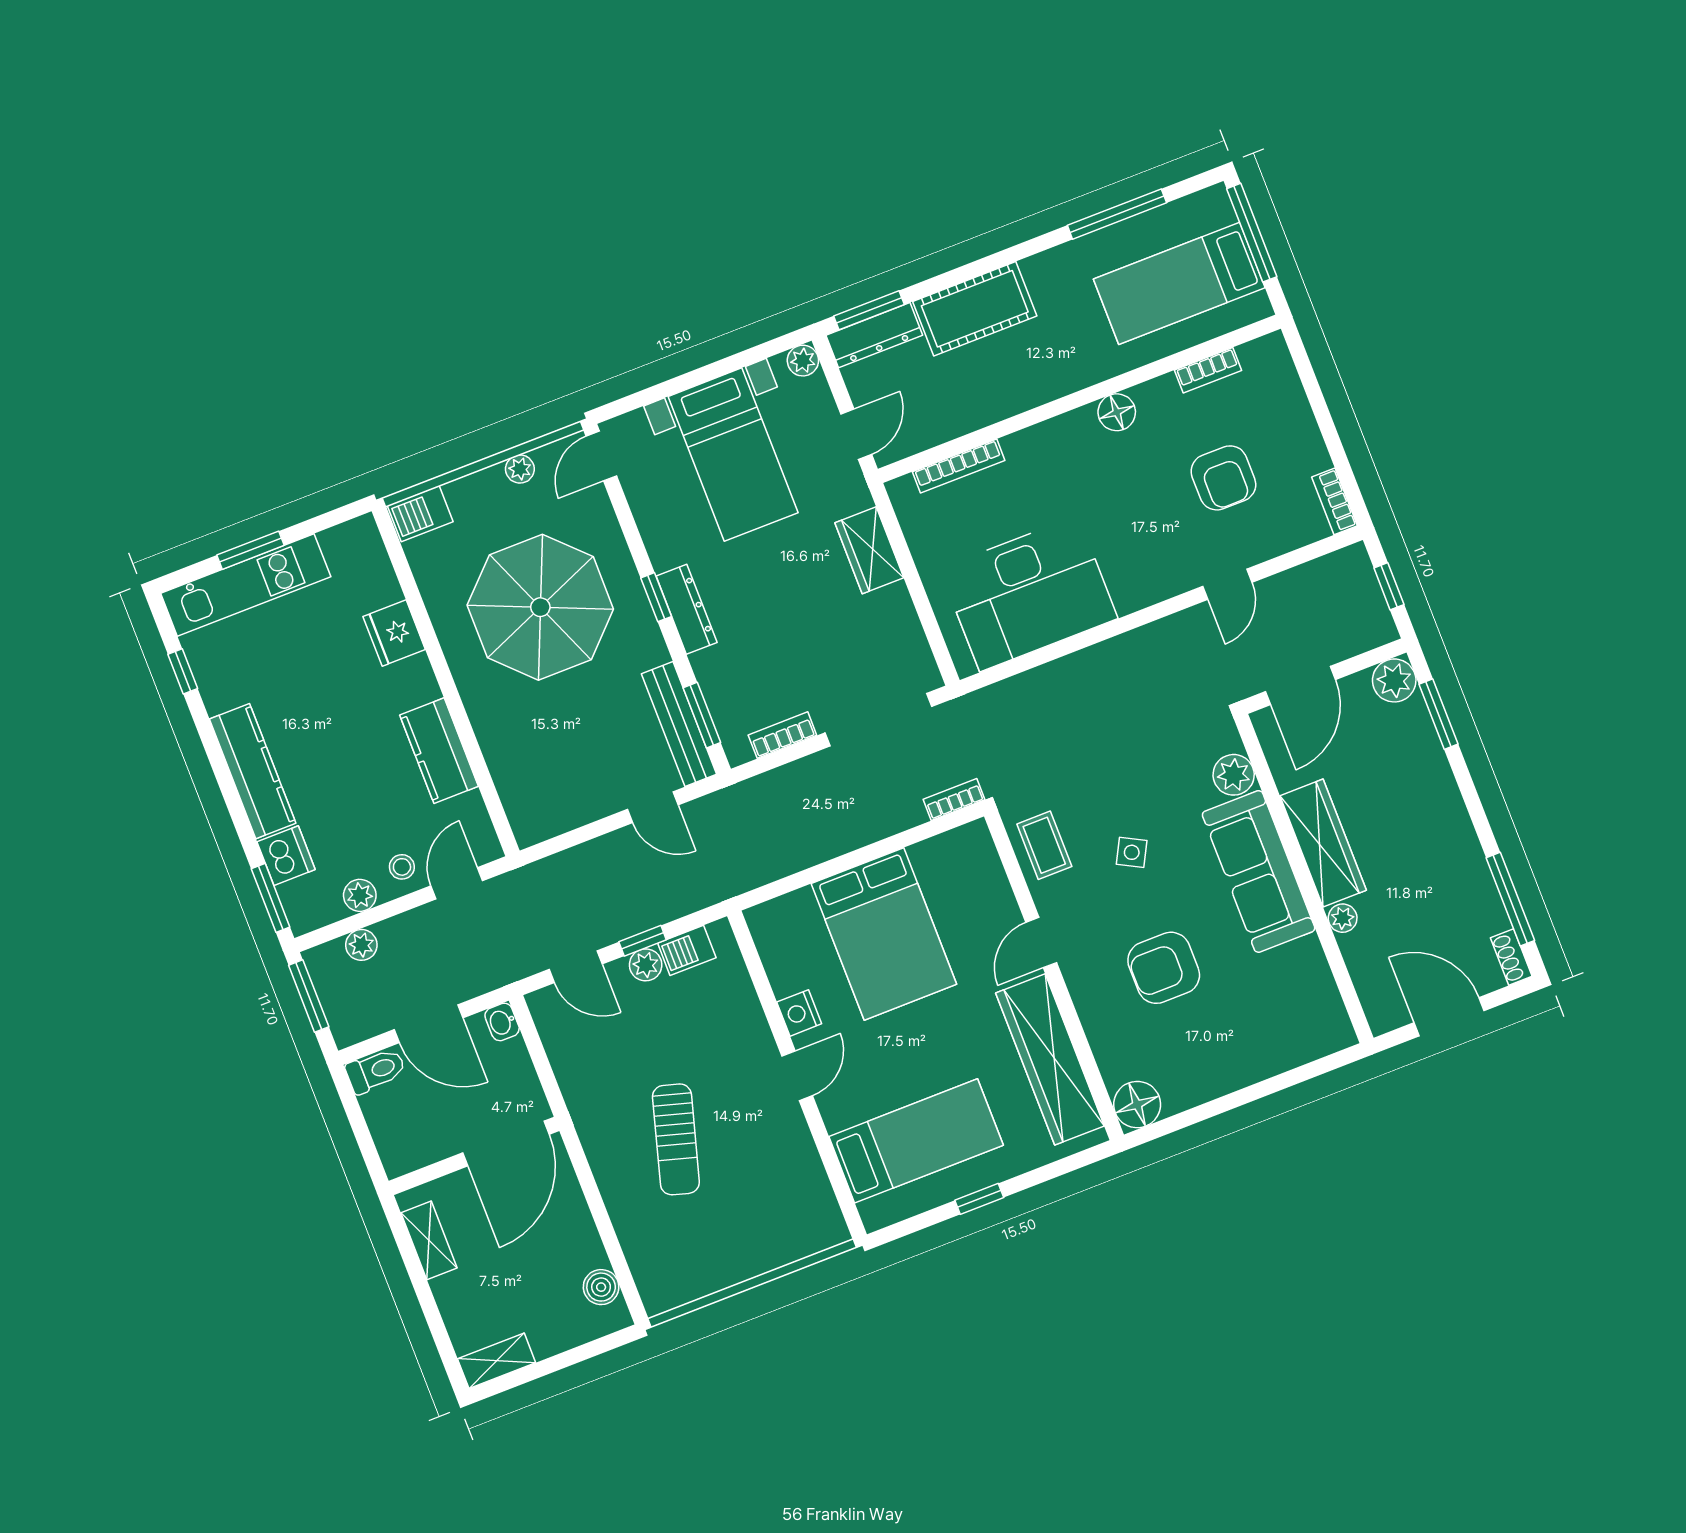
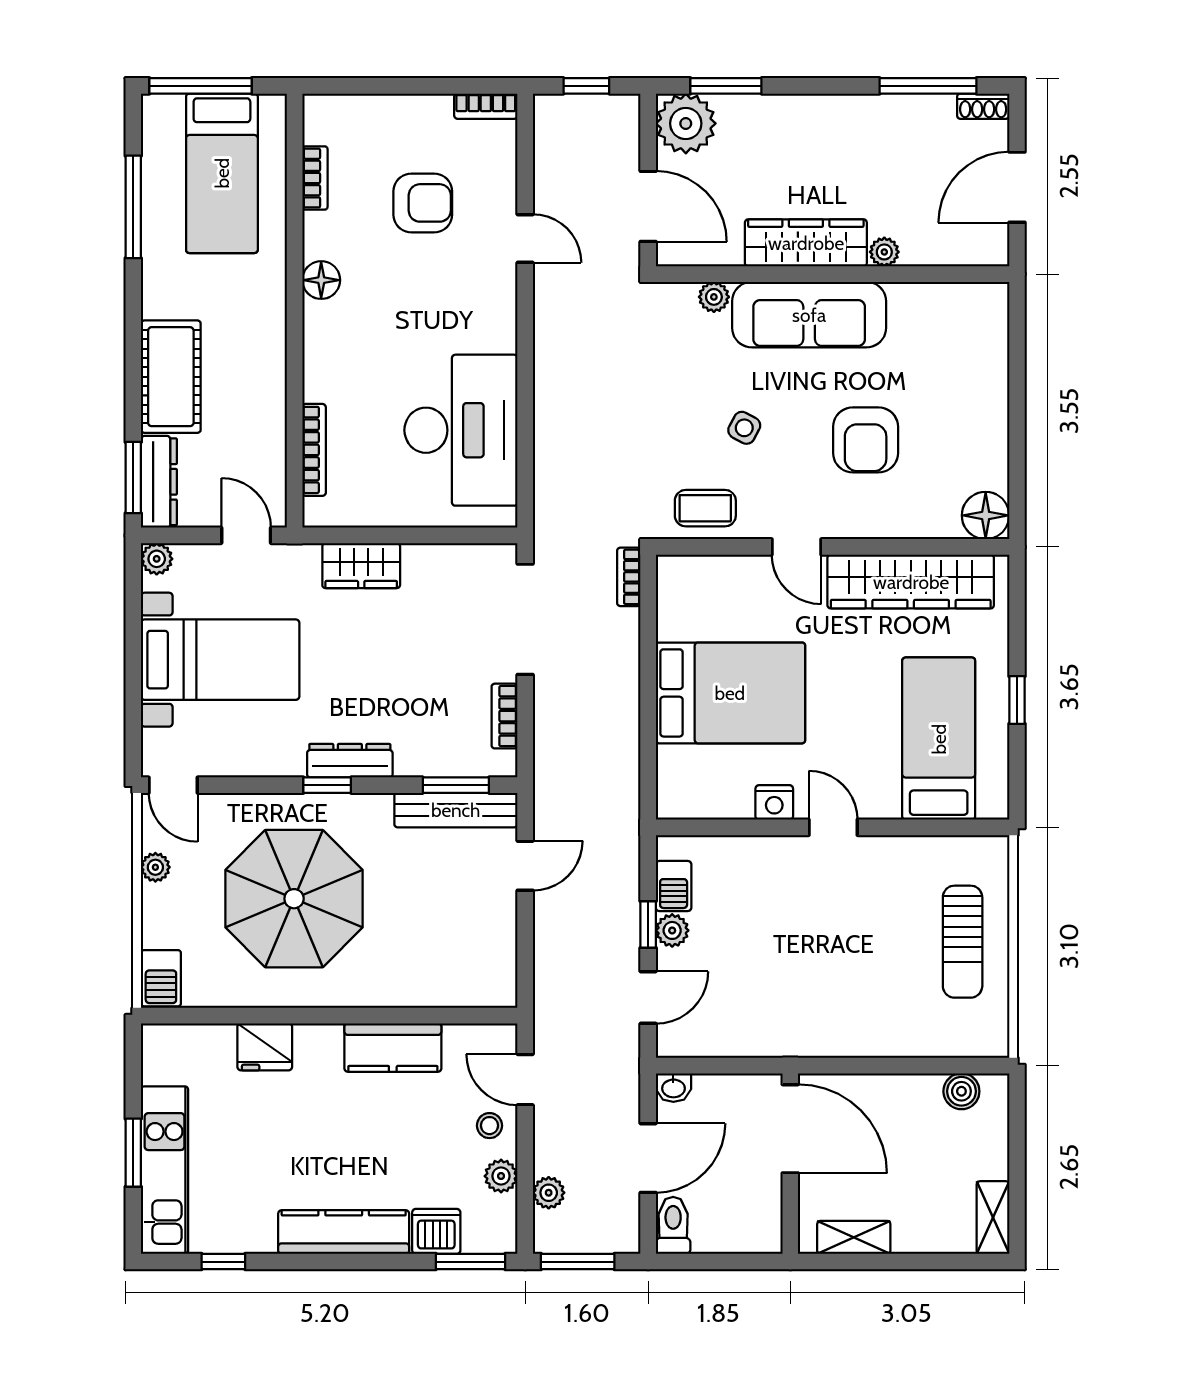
plant: (1394, 680) -> (686, 123), width x1.36, depth x1.36
plant: (1234, 775) -> (714, 297), width x0.73, depth x0.73
sun lounger: (676, 1139) -> (963, 942), moved, turned 74

